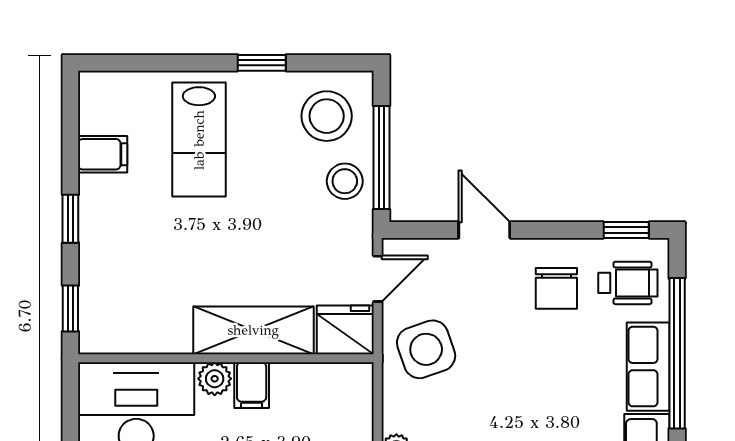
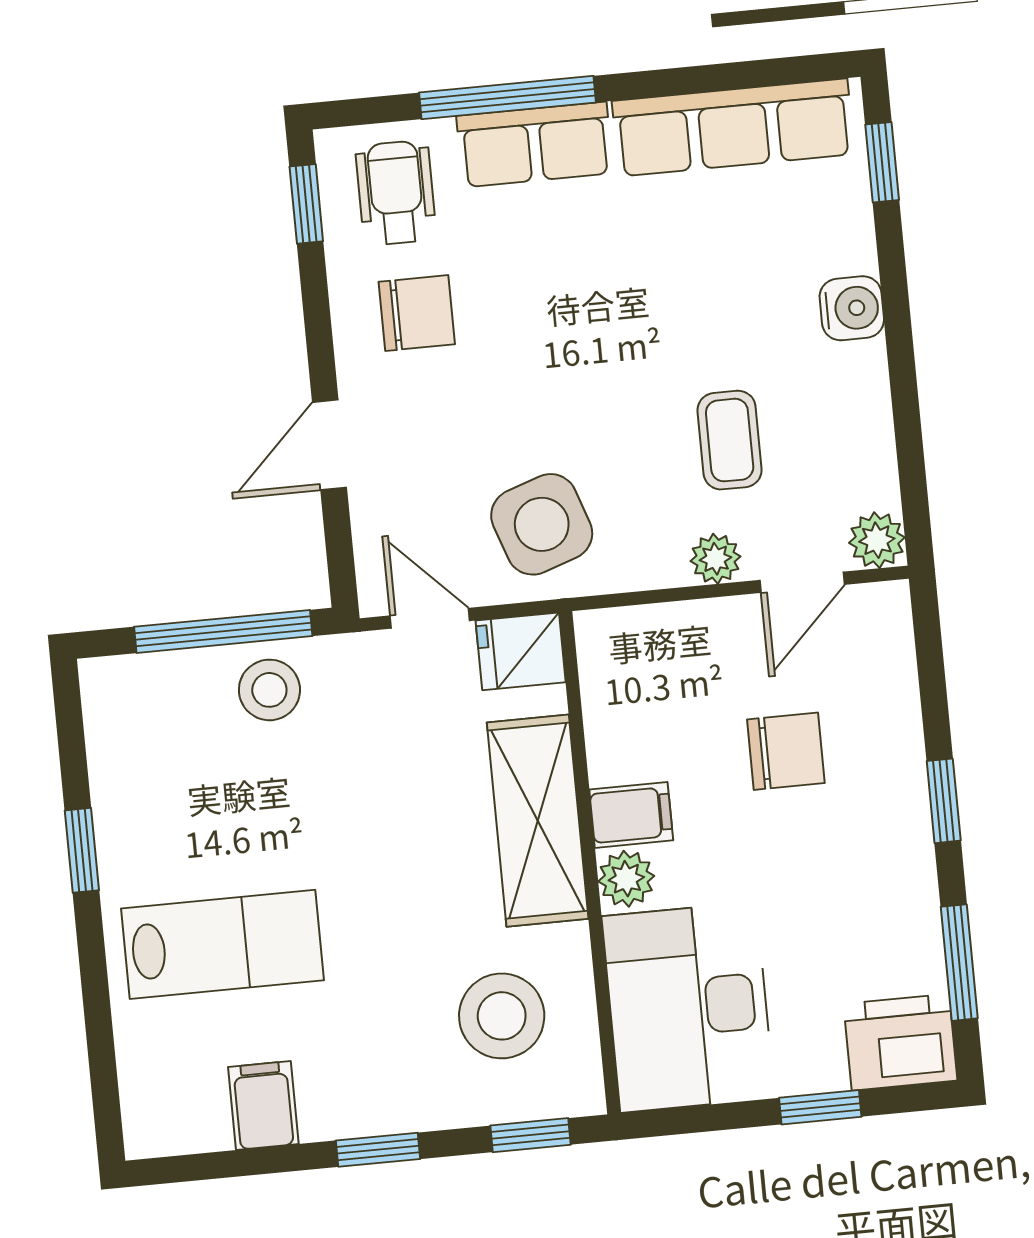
stool: (327, 116) -> (502, 1016), moved
fridge: (345, 330) -> (521, 651), width x0.72
window: (677, 353) -> (507, 97), width x0.68

